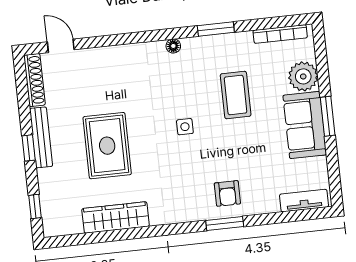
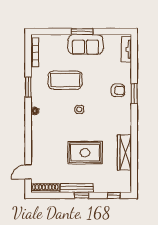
plant: (303, 76) -> (59, 42), removed
coffee table: (236, 95) -> (65, 80), width x1.36, depth x1.32

